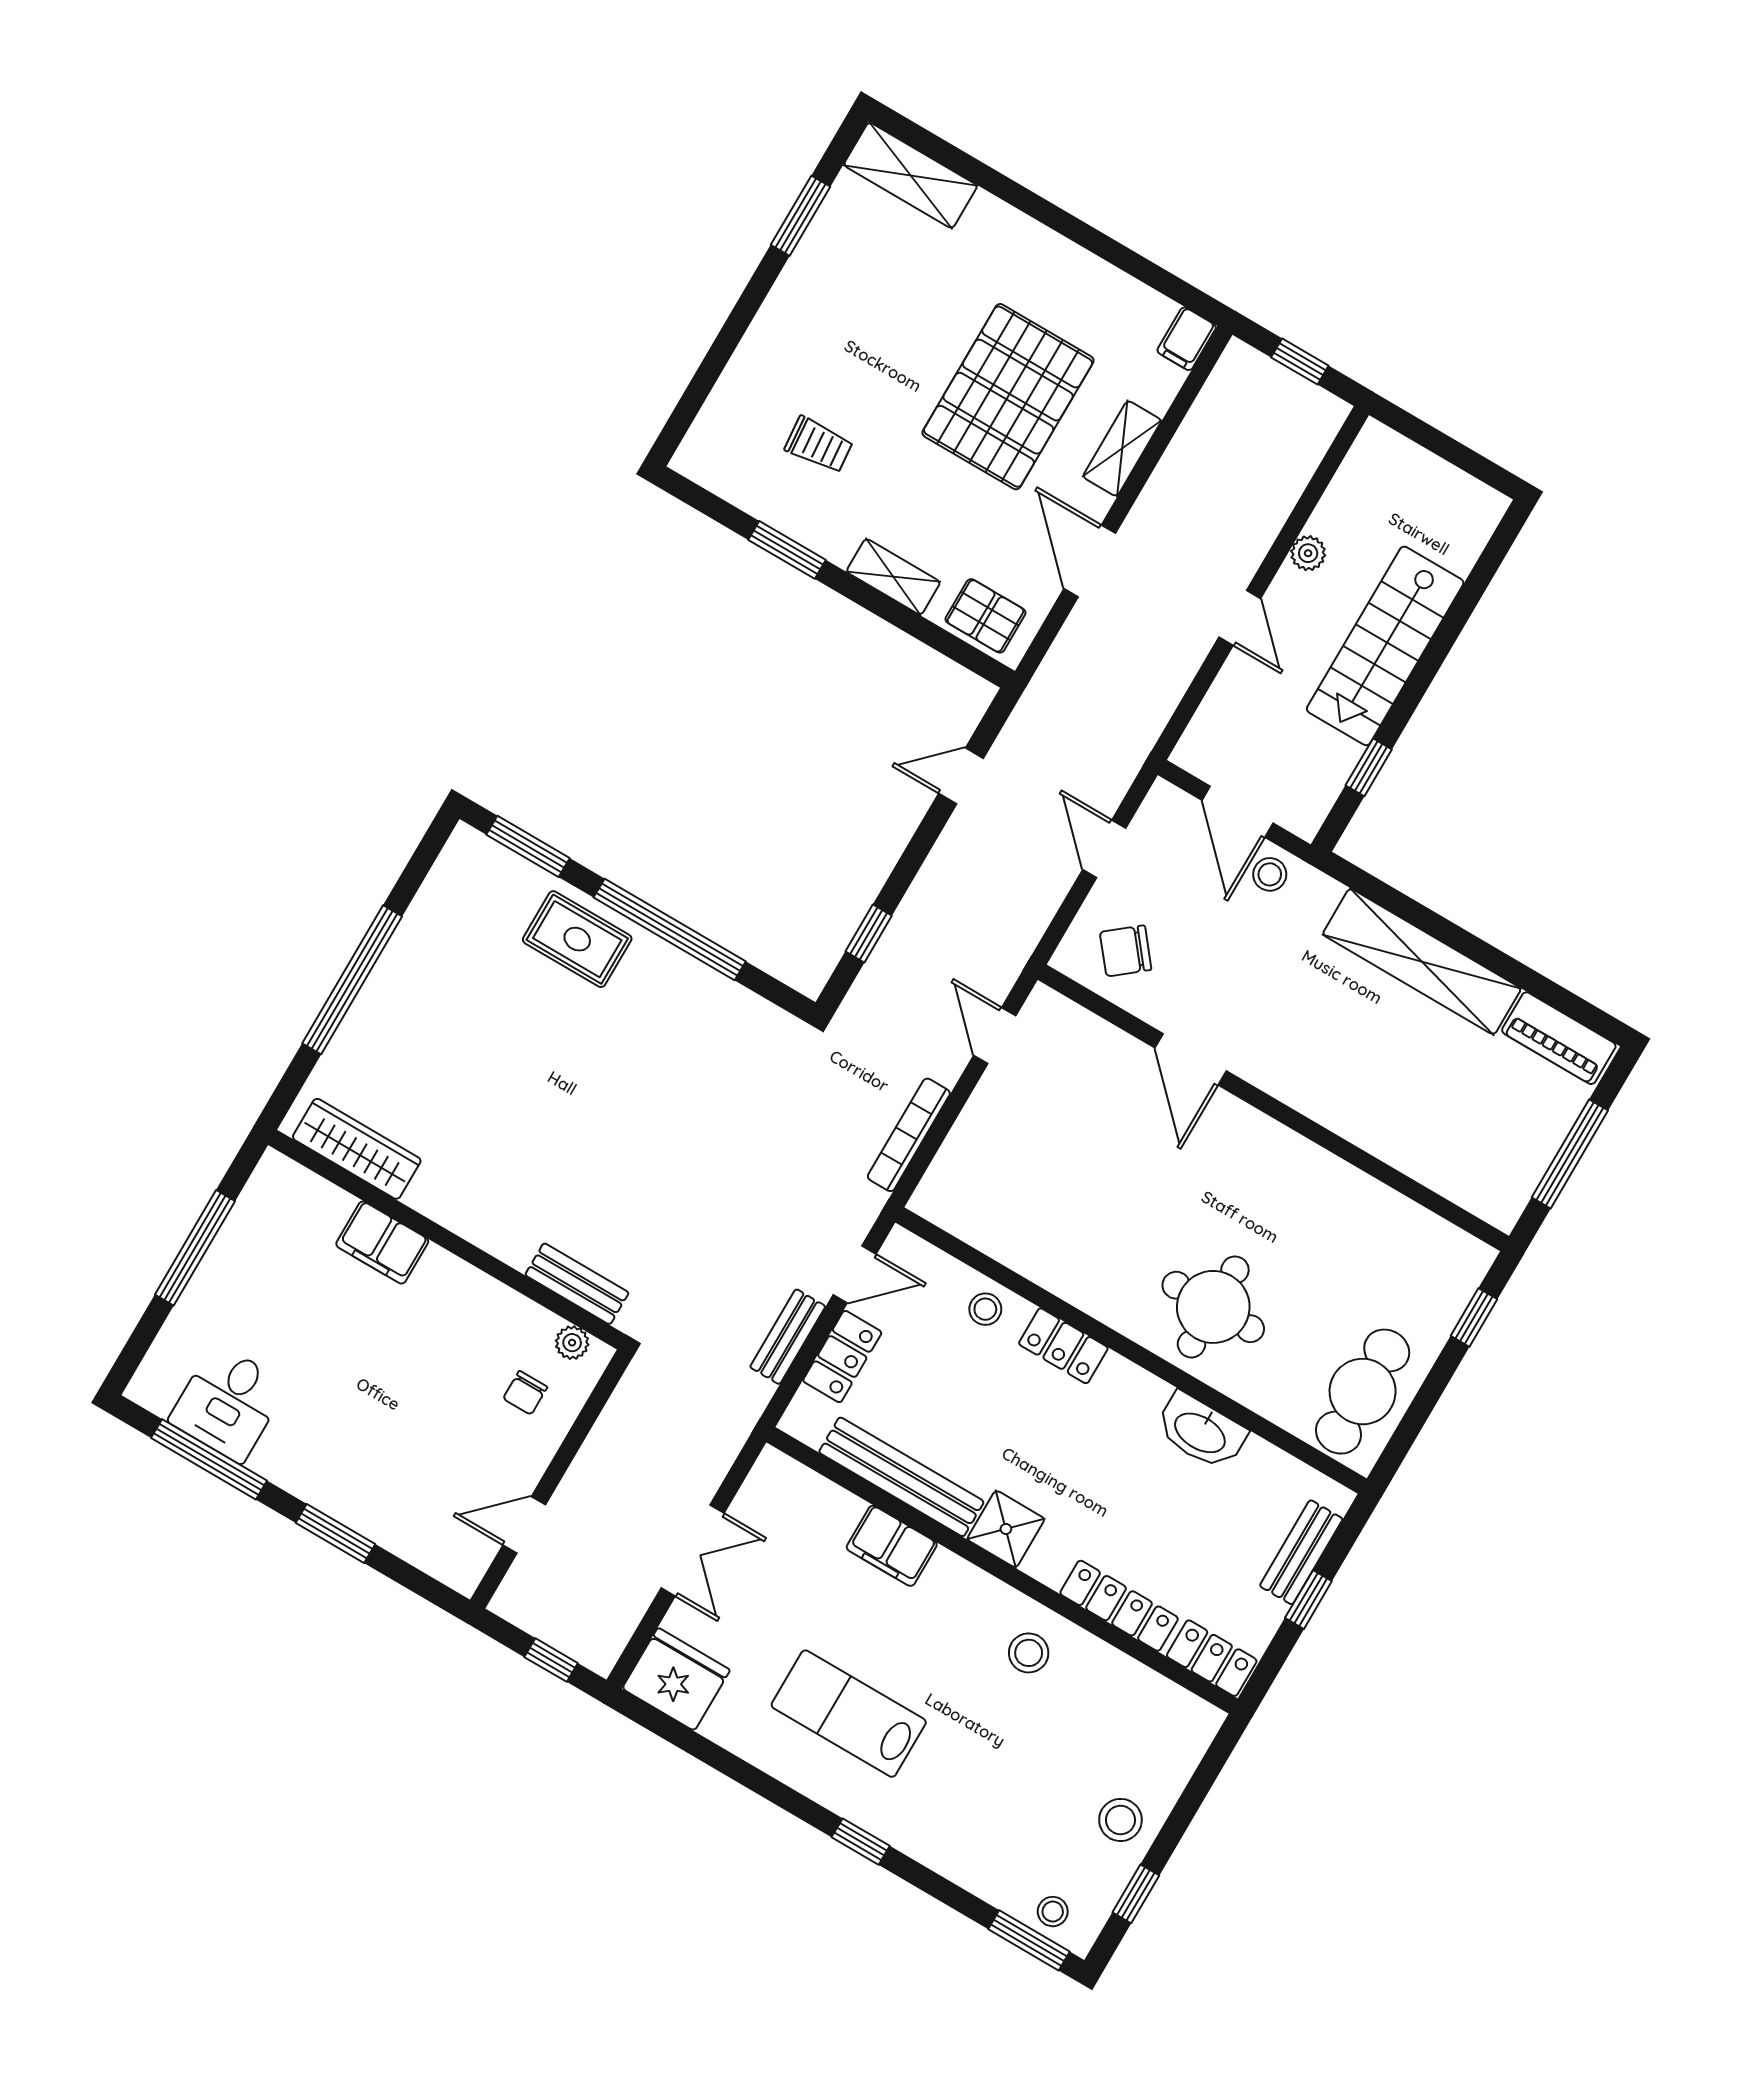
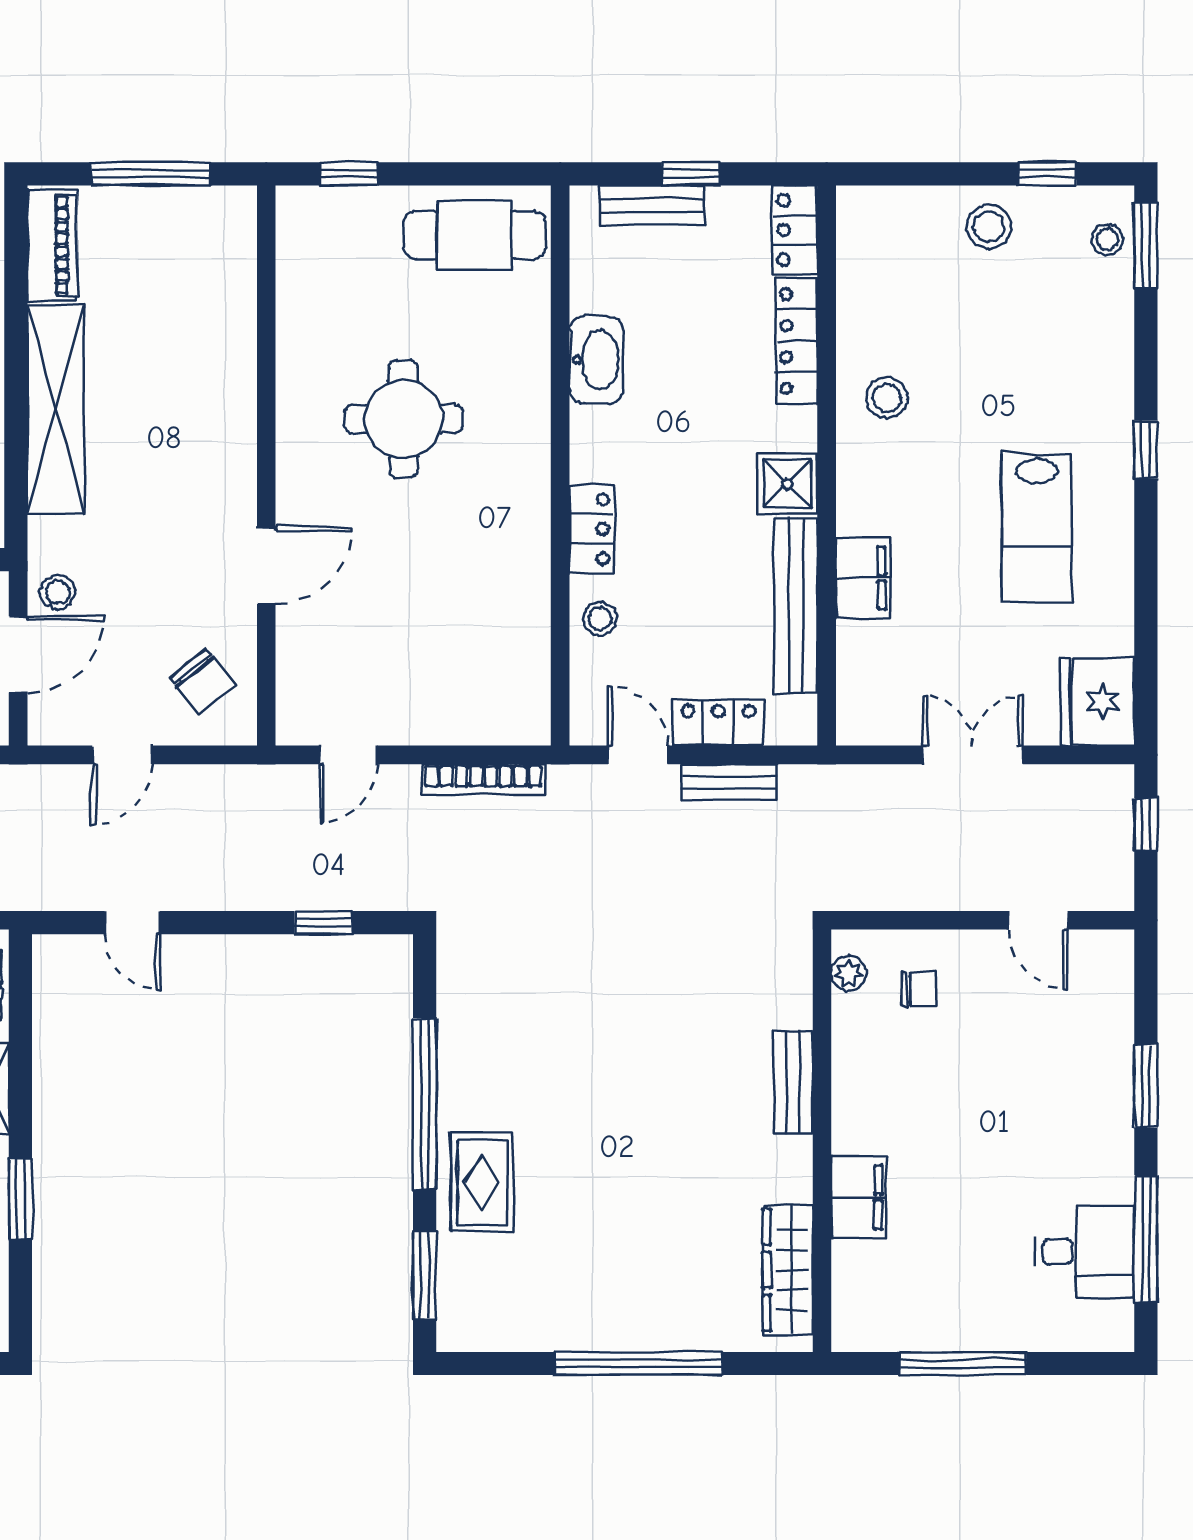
bench: (577, 1284) -> (793, 1082), moved
round table: (1213, 1307) -> (404, 419), moved

